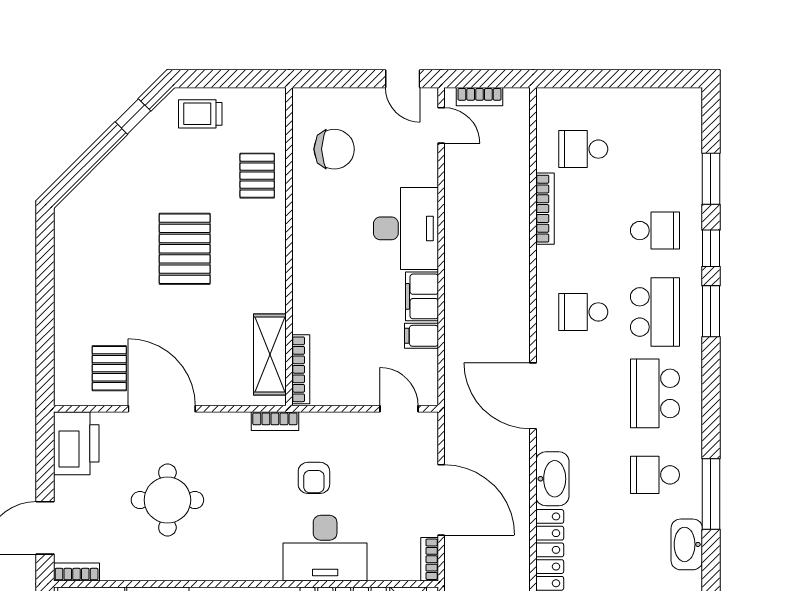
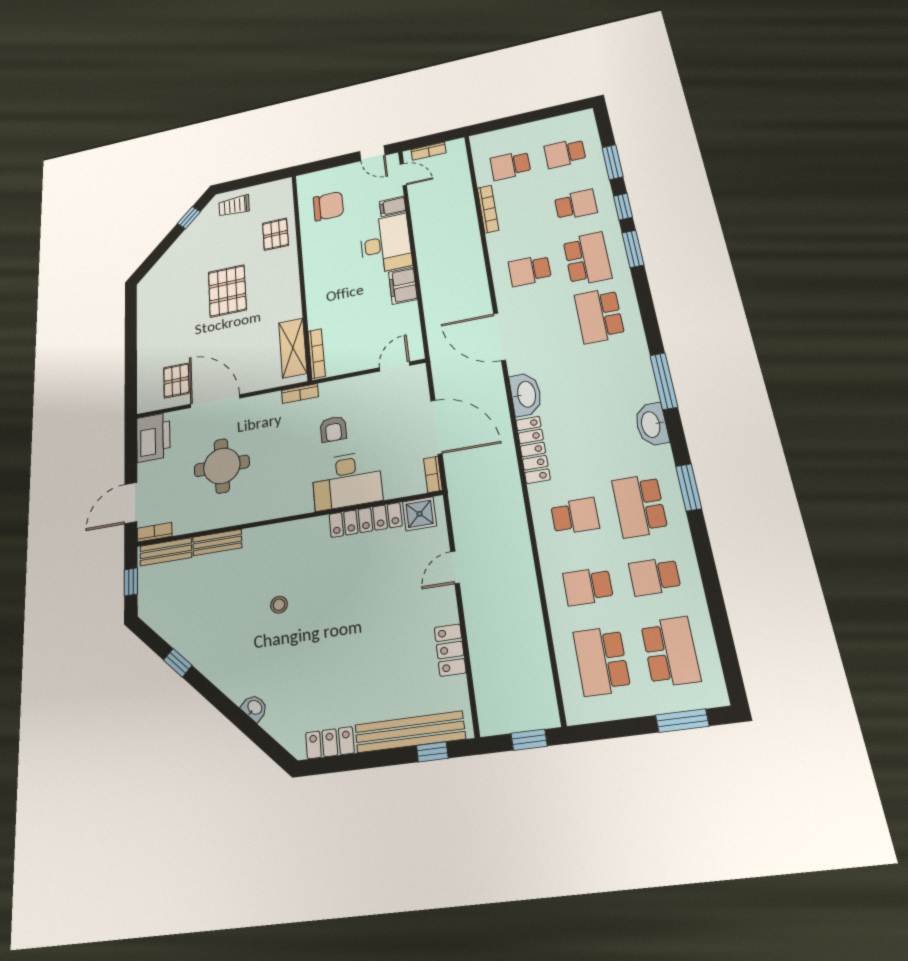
filing cabinet: (422, 336) -> (393, 206), moved
door: (399, 409) -> (395, 367), hinge flipped
school desk: (655, 475) -> (565, 153), moved

